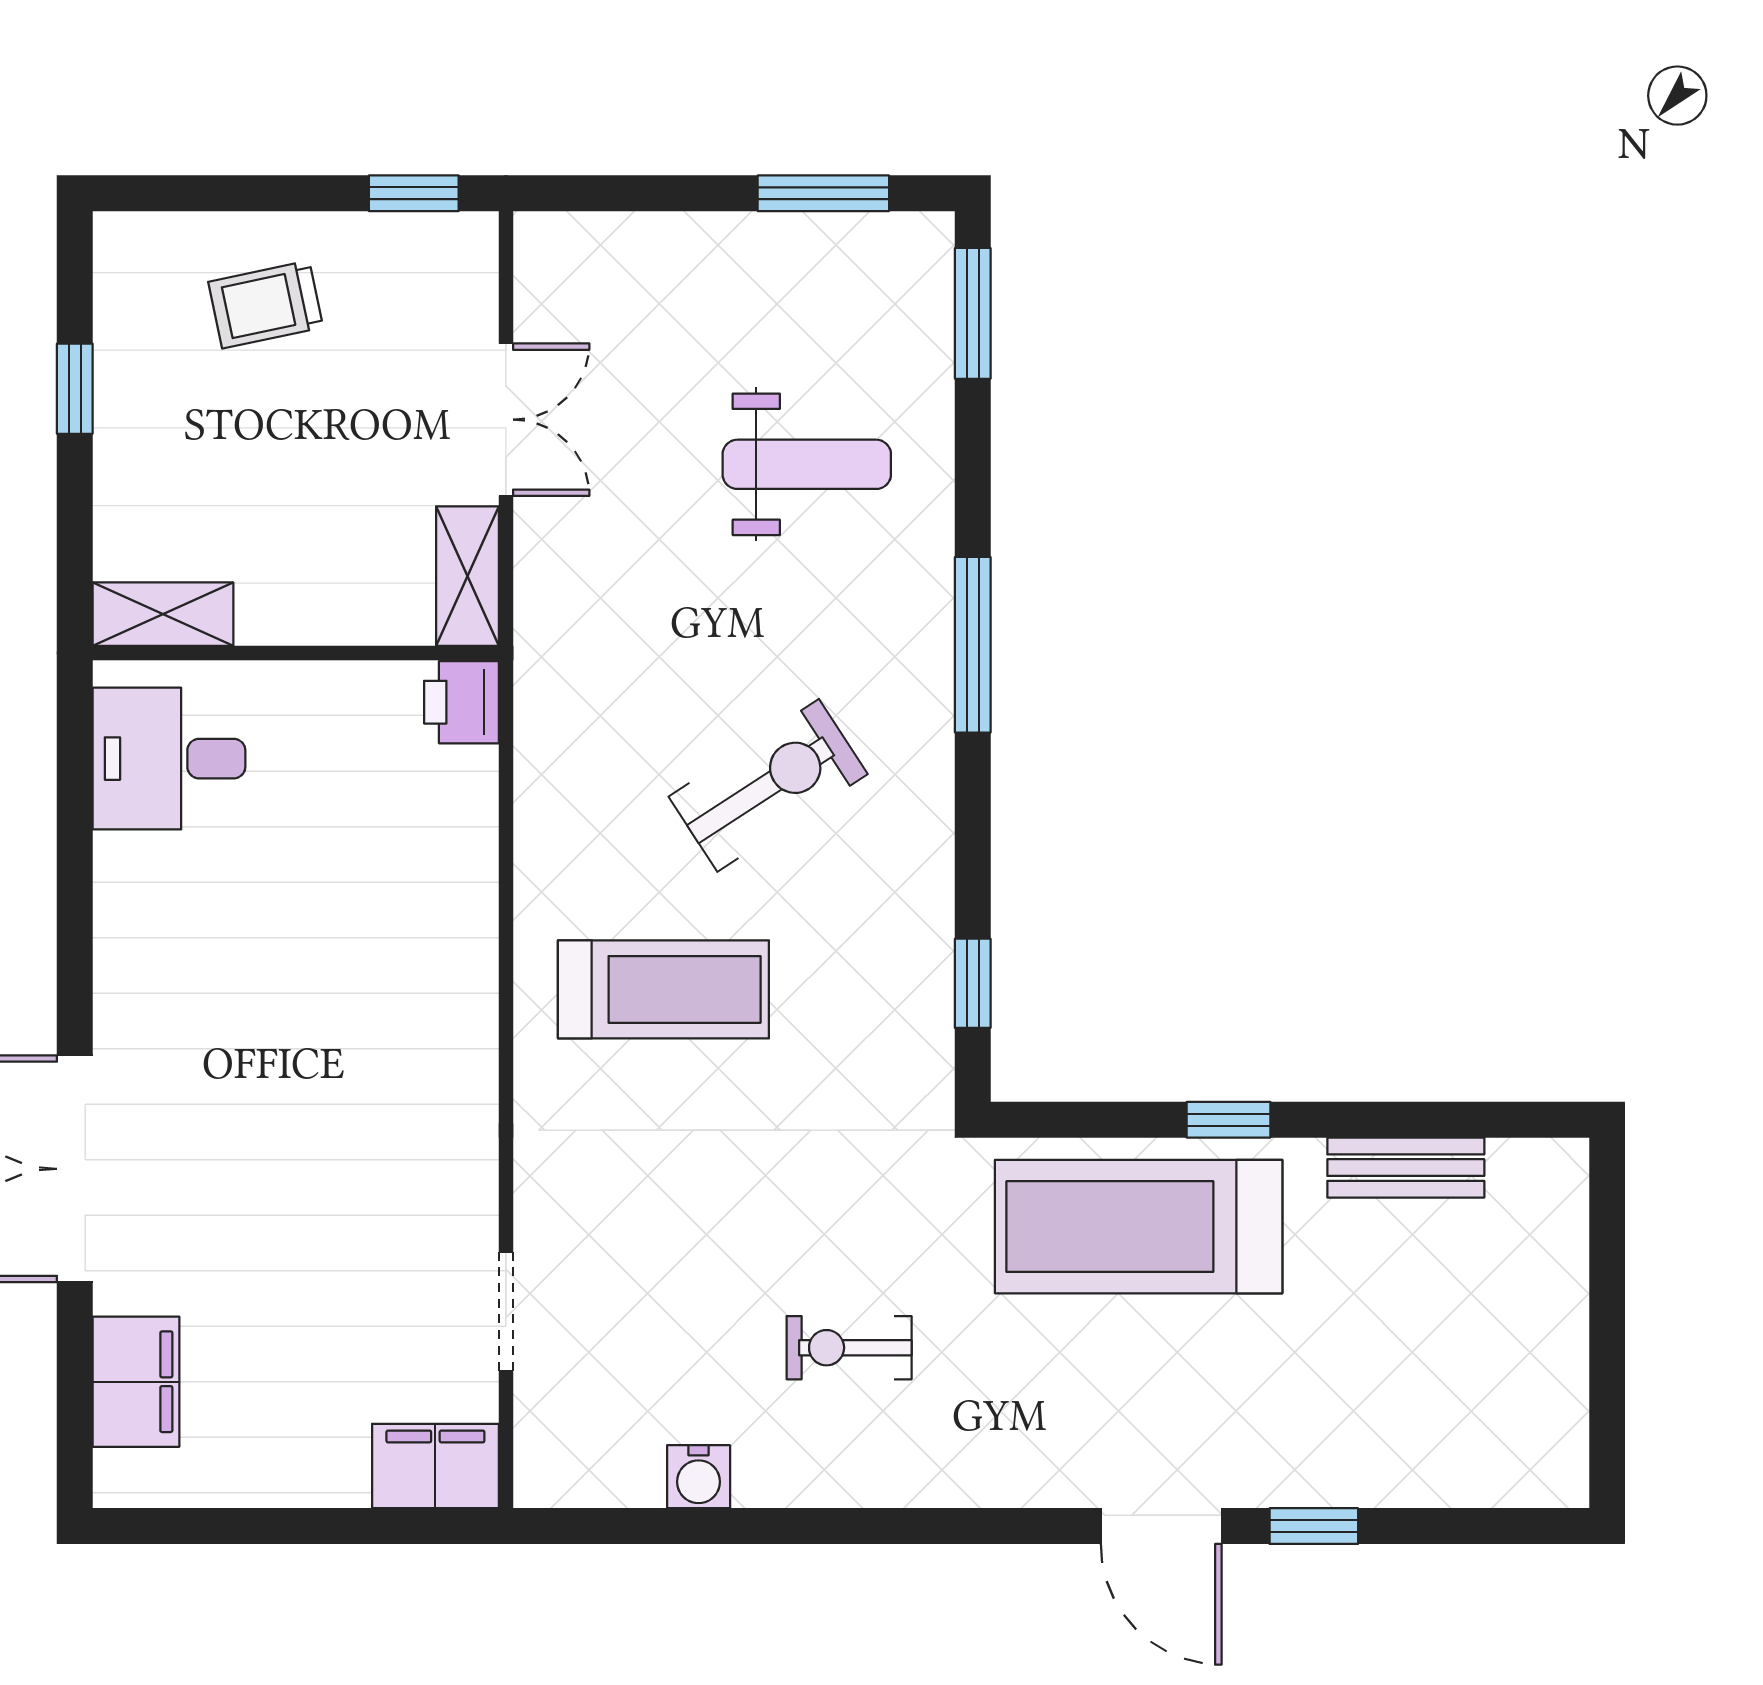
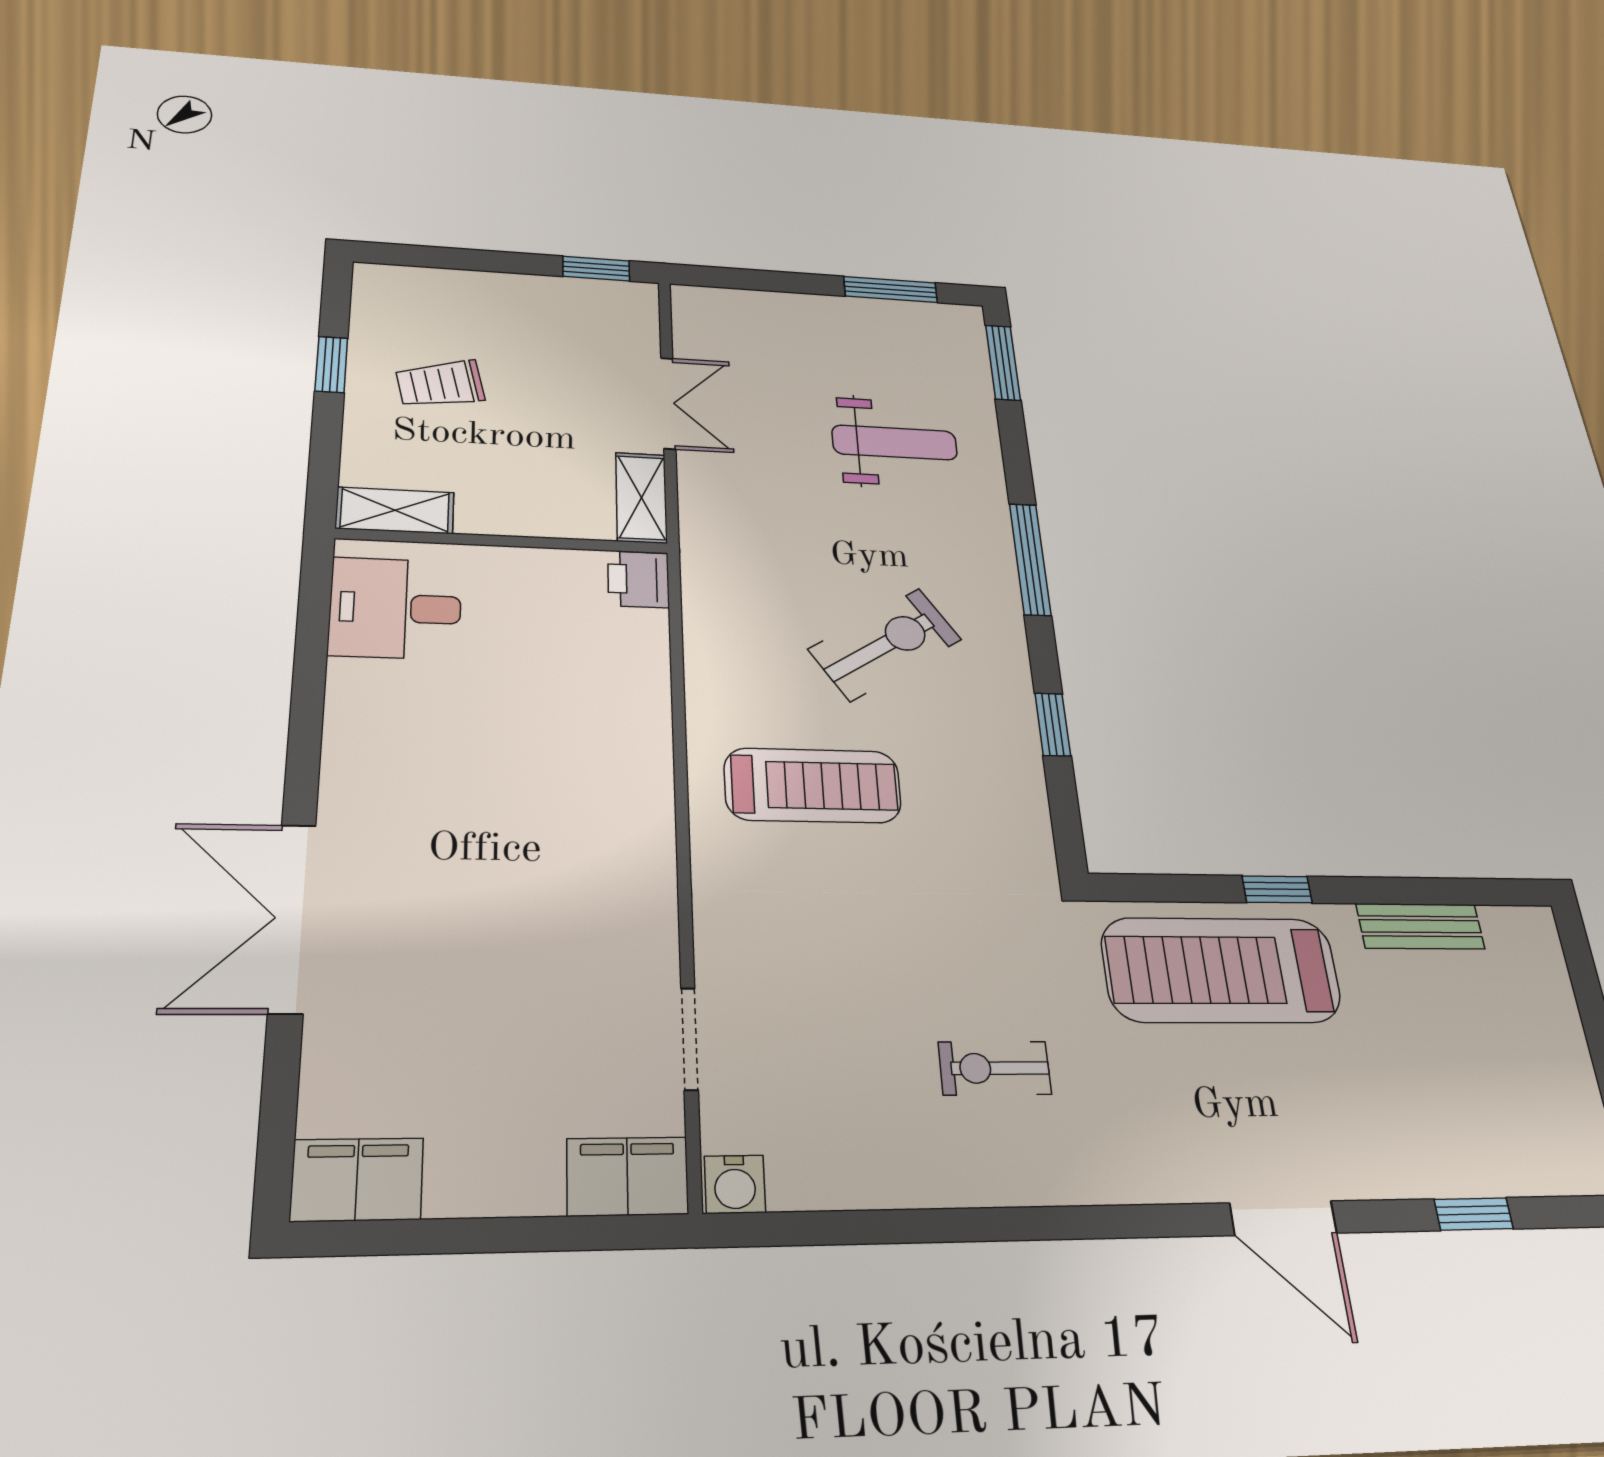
trolley: (266, 305) -> (440, 384), moved
window: (973, 983) -> (1053, 724), moved
filing cabinet: (136, 1382) -> (357, 1179), moved, turned -90
water cooler: (699, 1477) -> (735, 1184), moved
window: (1314, 1526) -> (1474, 1214), moved

